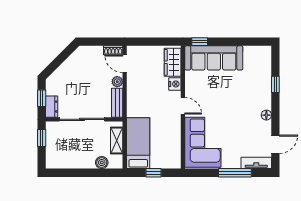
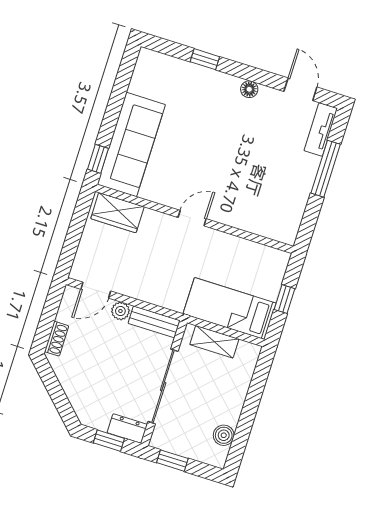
shoe rack: (113, 50) -> (57, 339), moved
nightstand: (175, 84) -> (153, 220), removed
corner sofa: (203, 142) -> (261, 205), removed
boiler: (102, 163) -> (224, 435), moved

